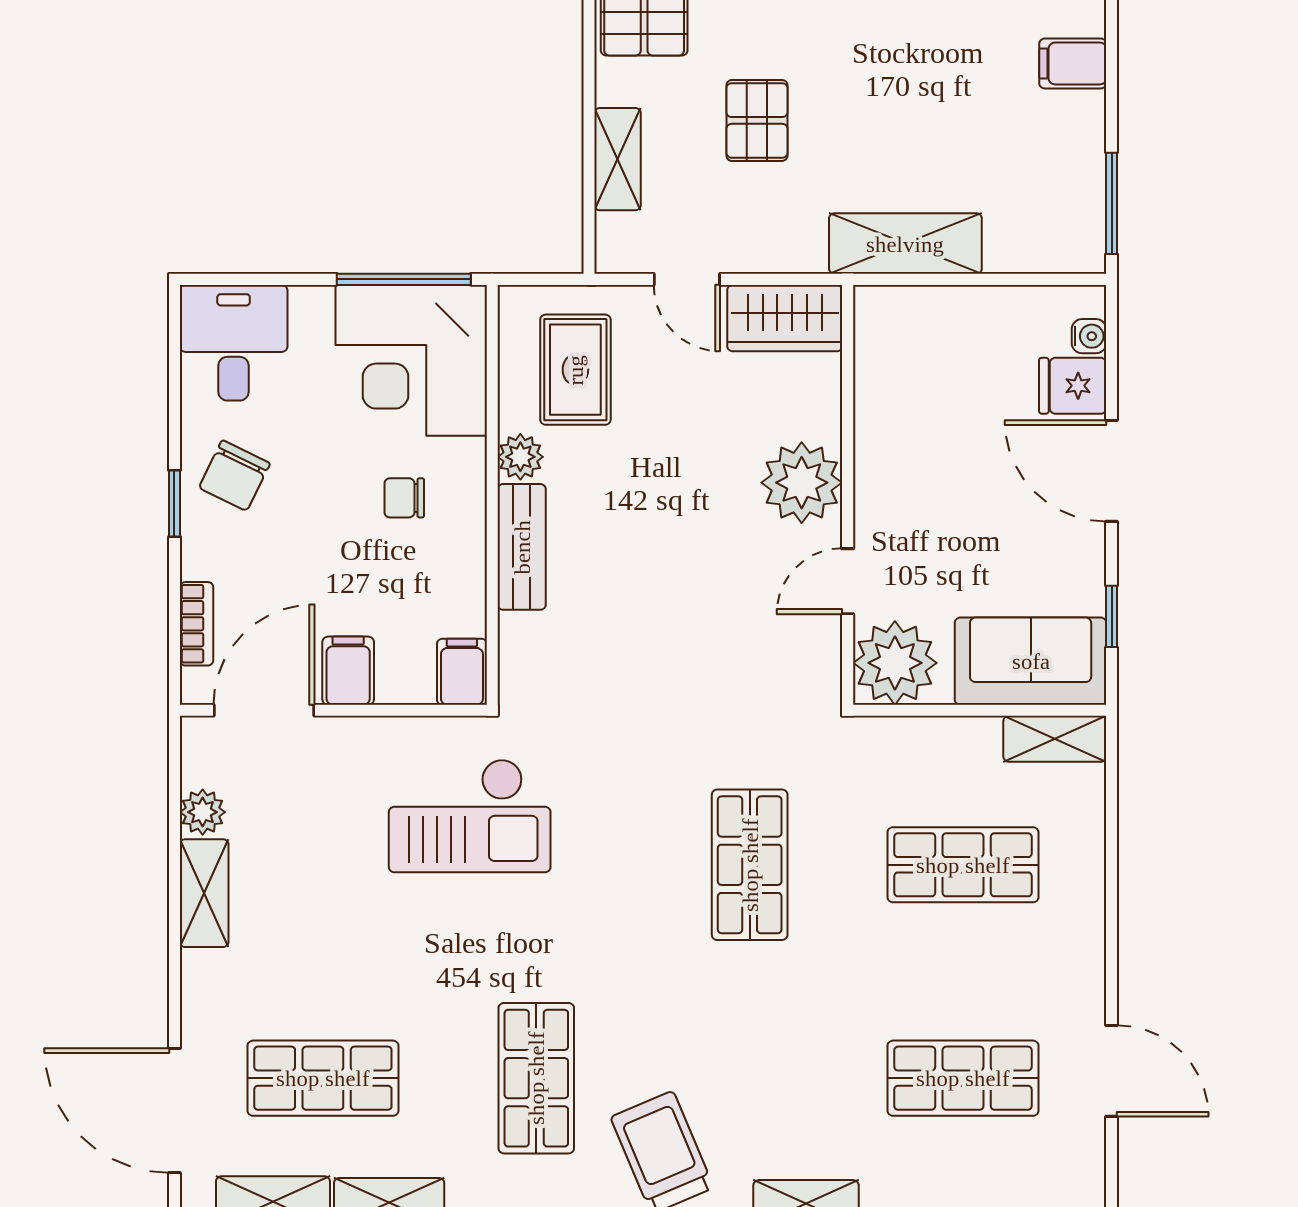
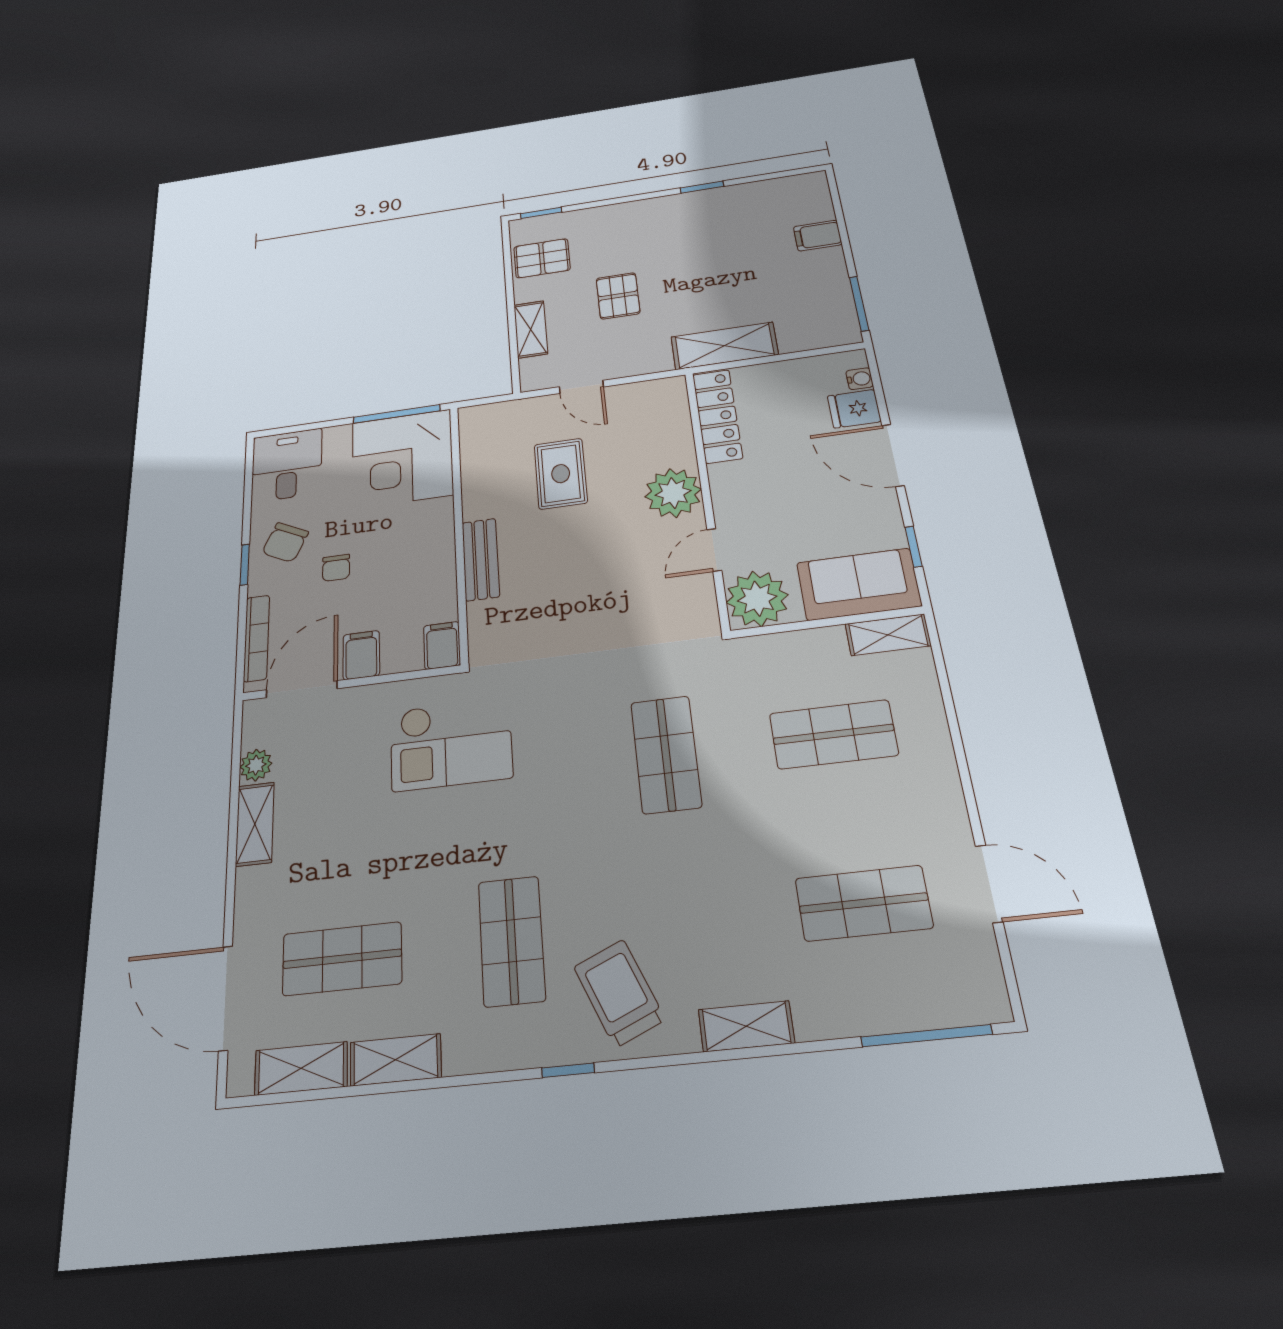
wardrobe: (785, 318) -> (649, 399), removed
locker: (880, 365) -> (717, 416), added
rug: (575, 370) -> (561, 474), moved
plant: (520, 457) -> (477, 504), removed
chair: (404, 498) -> (336, 568), moved, turned -90
bookcase: (197, 624) -> (257, 638), width x1.56

